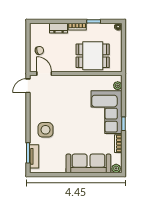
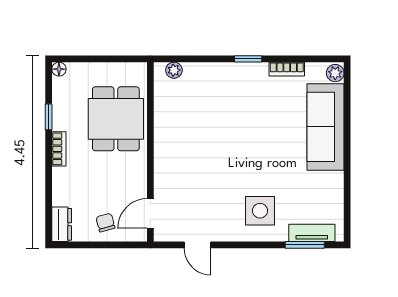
dresser: (59, 28) -> (62, 224), moved
door: (28, 86) -> (198, 245), moved
corner sofa: (106, 112) -> (226, 92), removed

